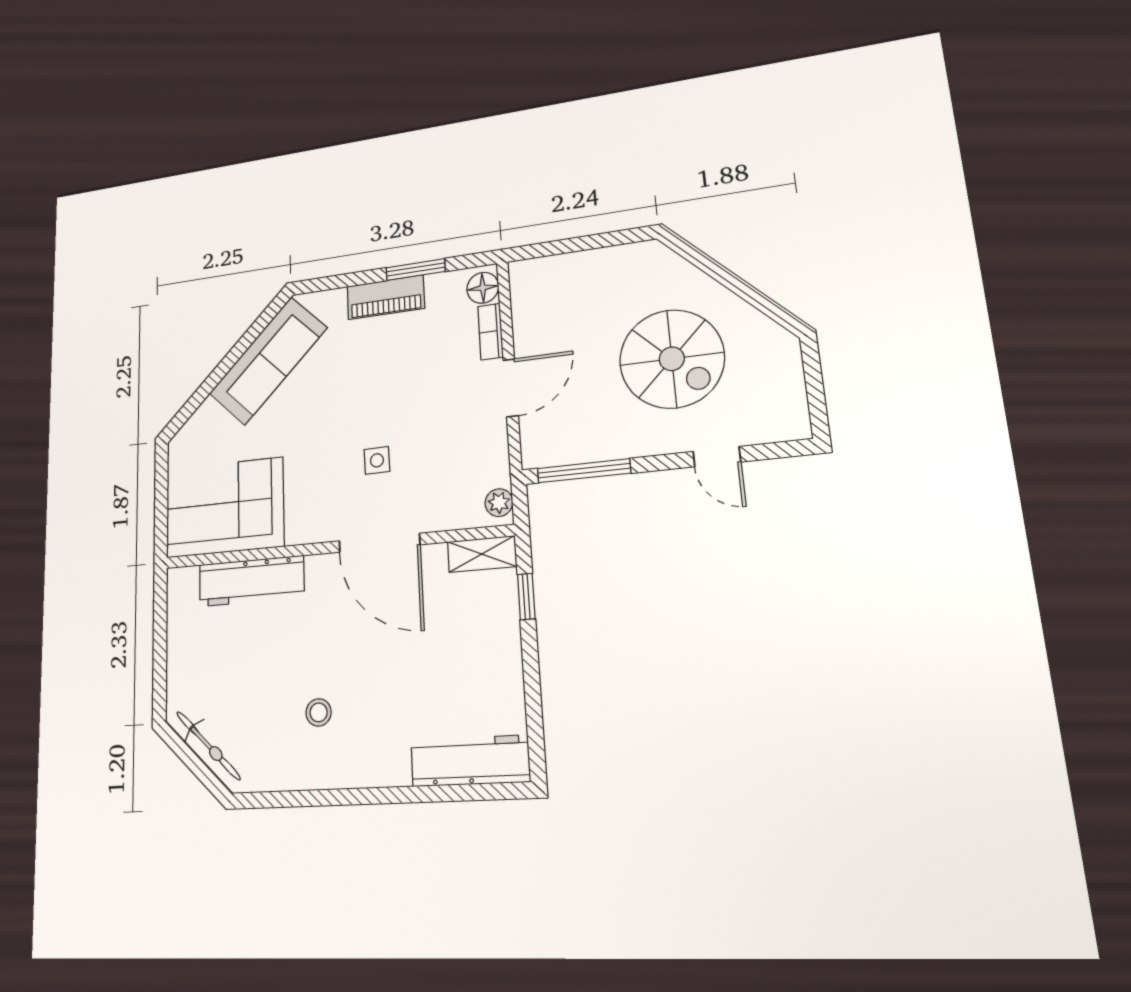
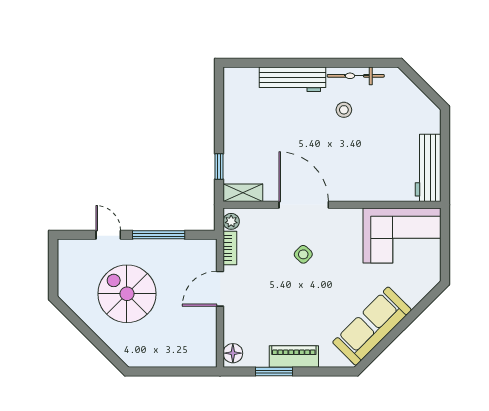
bookcase: (490, 332) -> (230, 248), moved
side table: (377, 460) -> (303, 254), turned 45
window: (584, 471) -> (159, 235), moved
workbench: (251, 581) -> (428, 168), moved, turned -90
bicycle: (208, 745) -> (356, 76), moved, turned -45
workbench: (470, 761) -> (292, 79), moved

